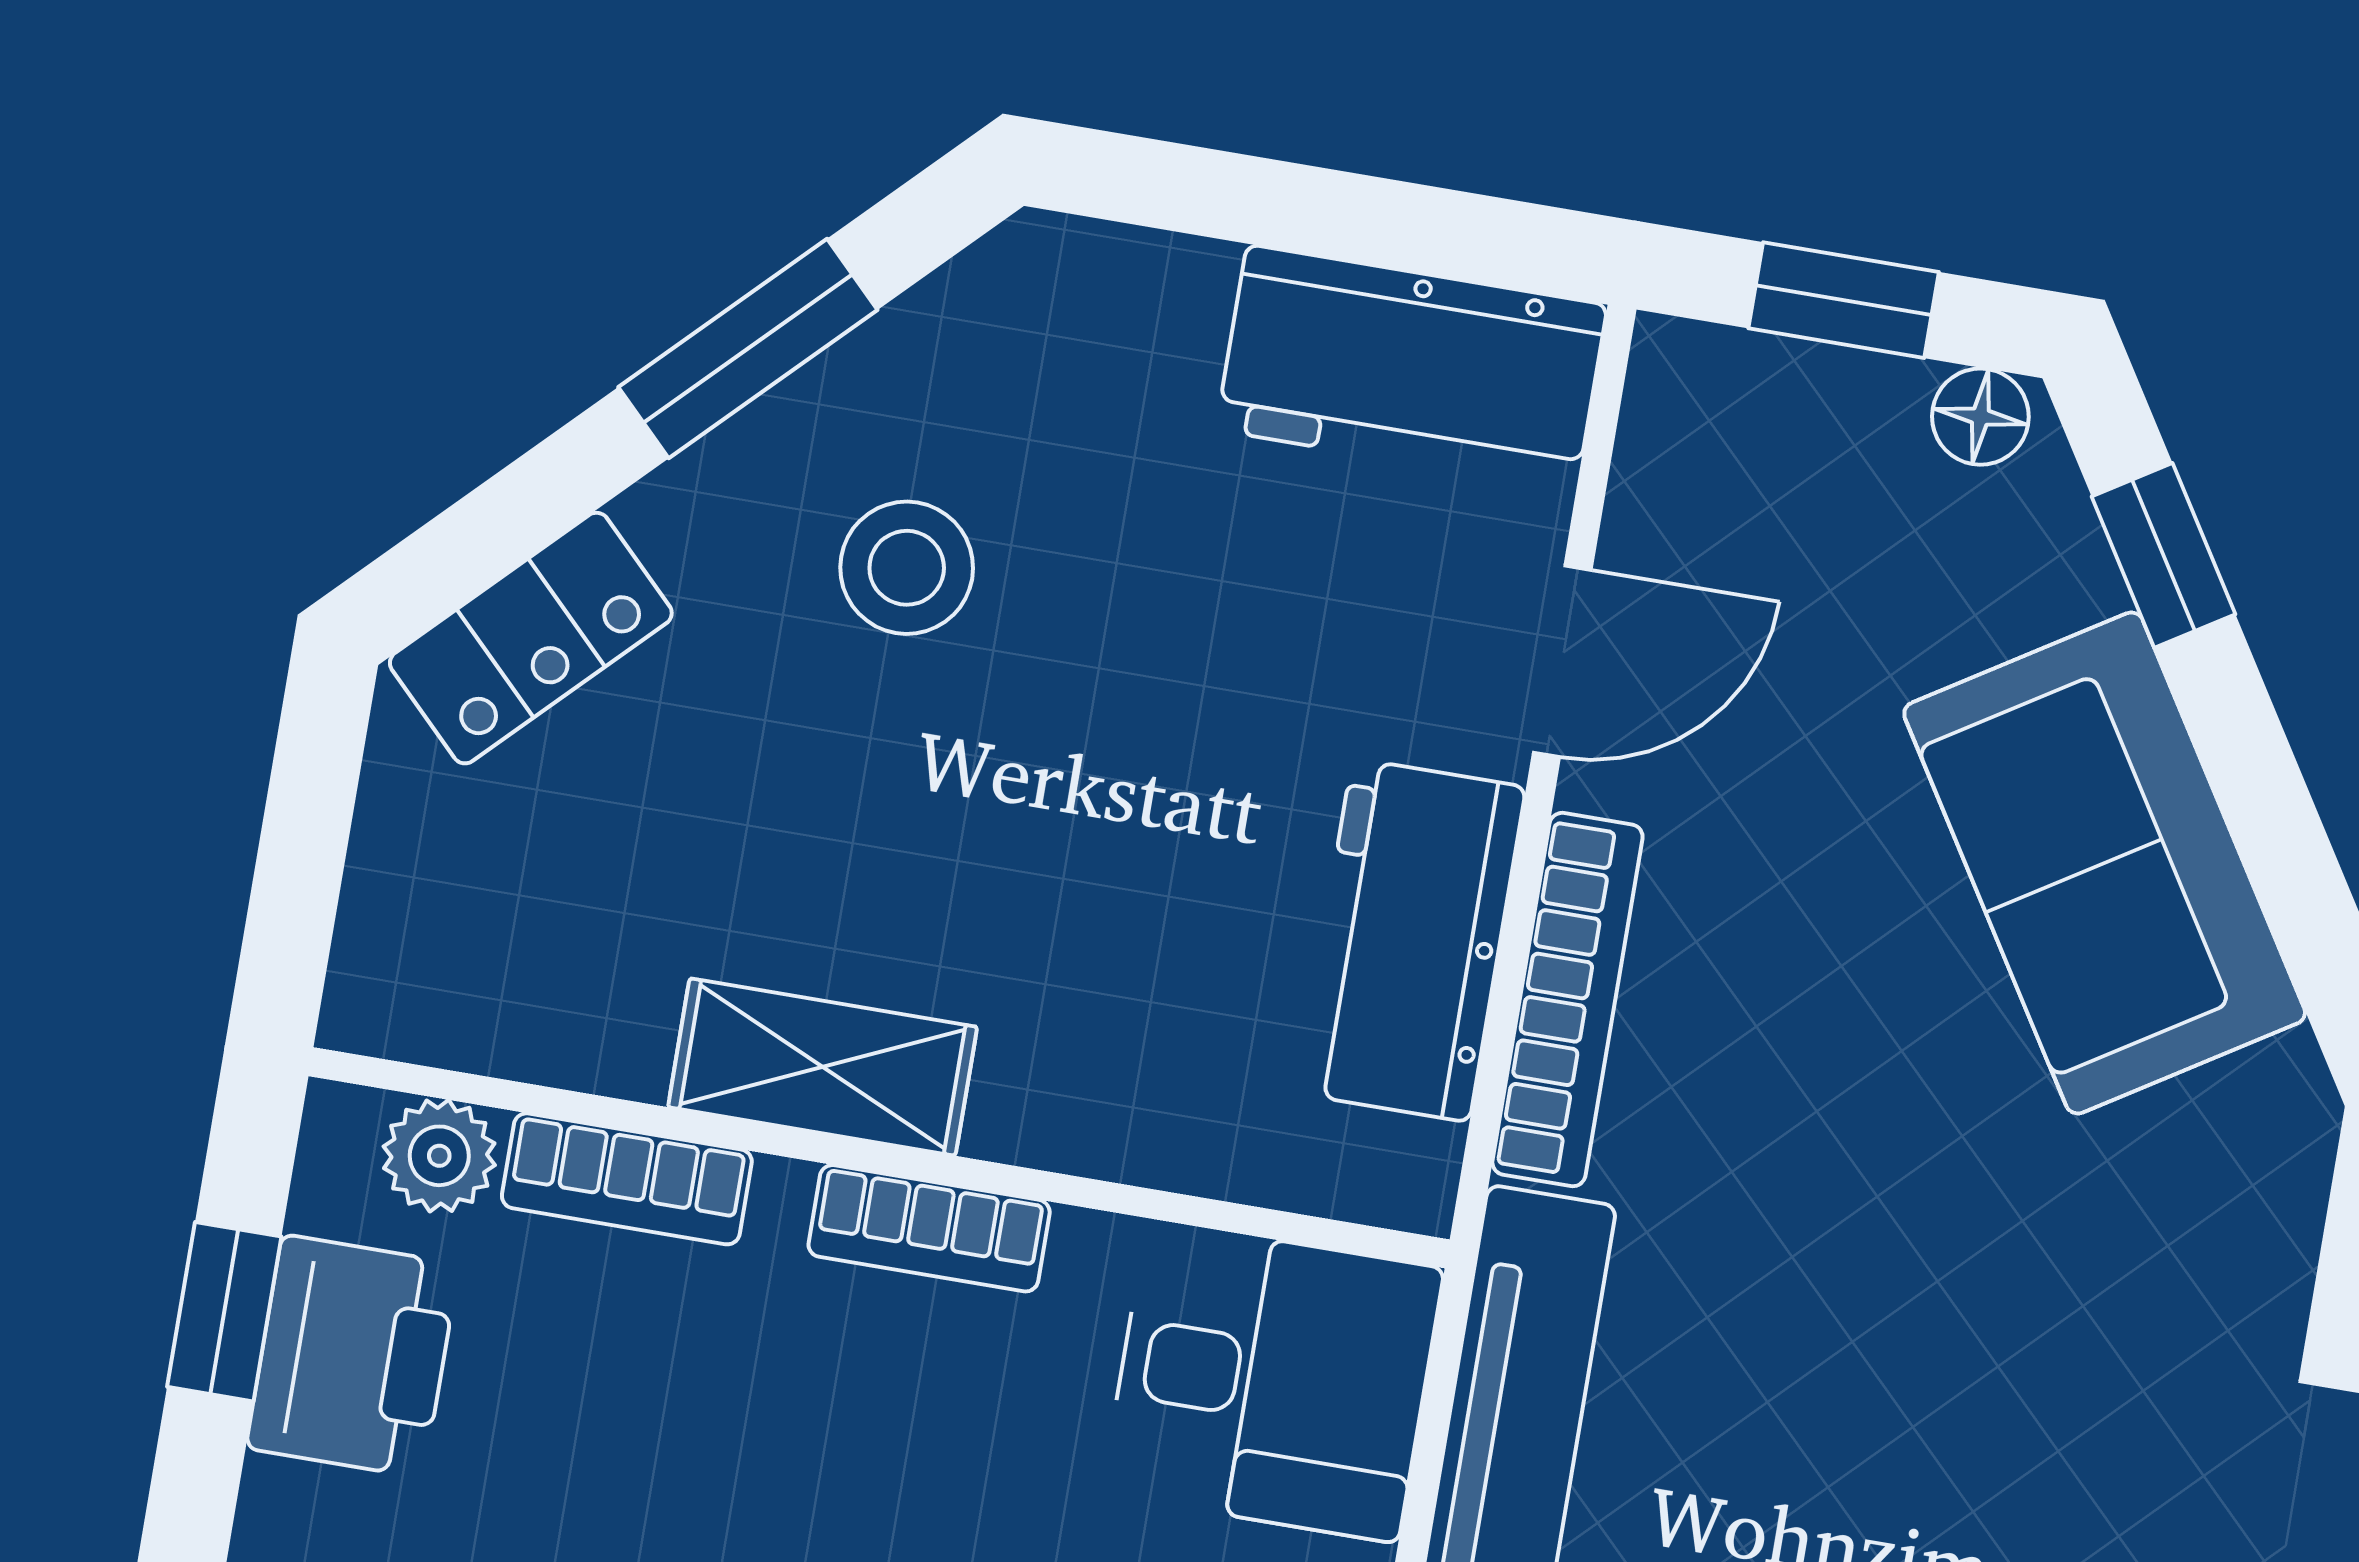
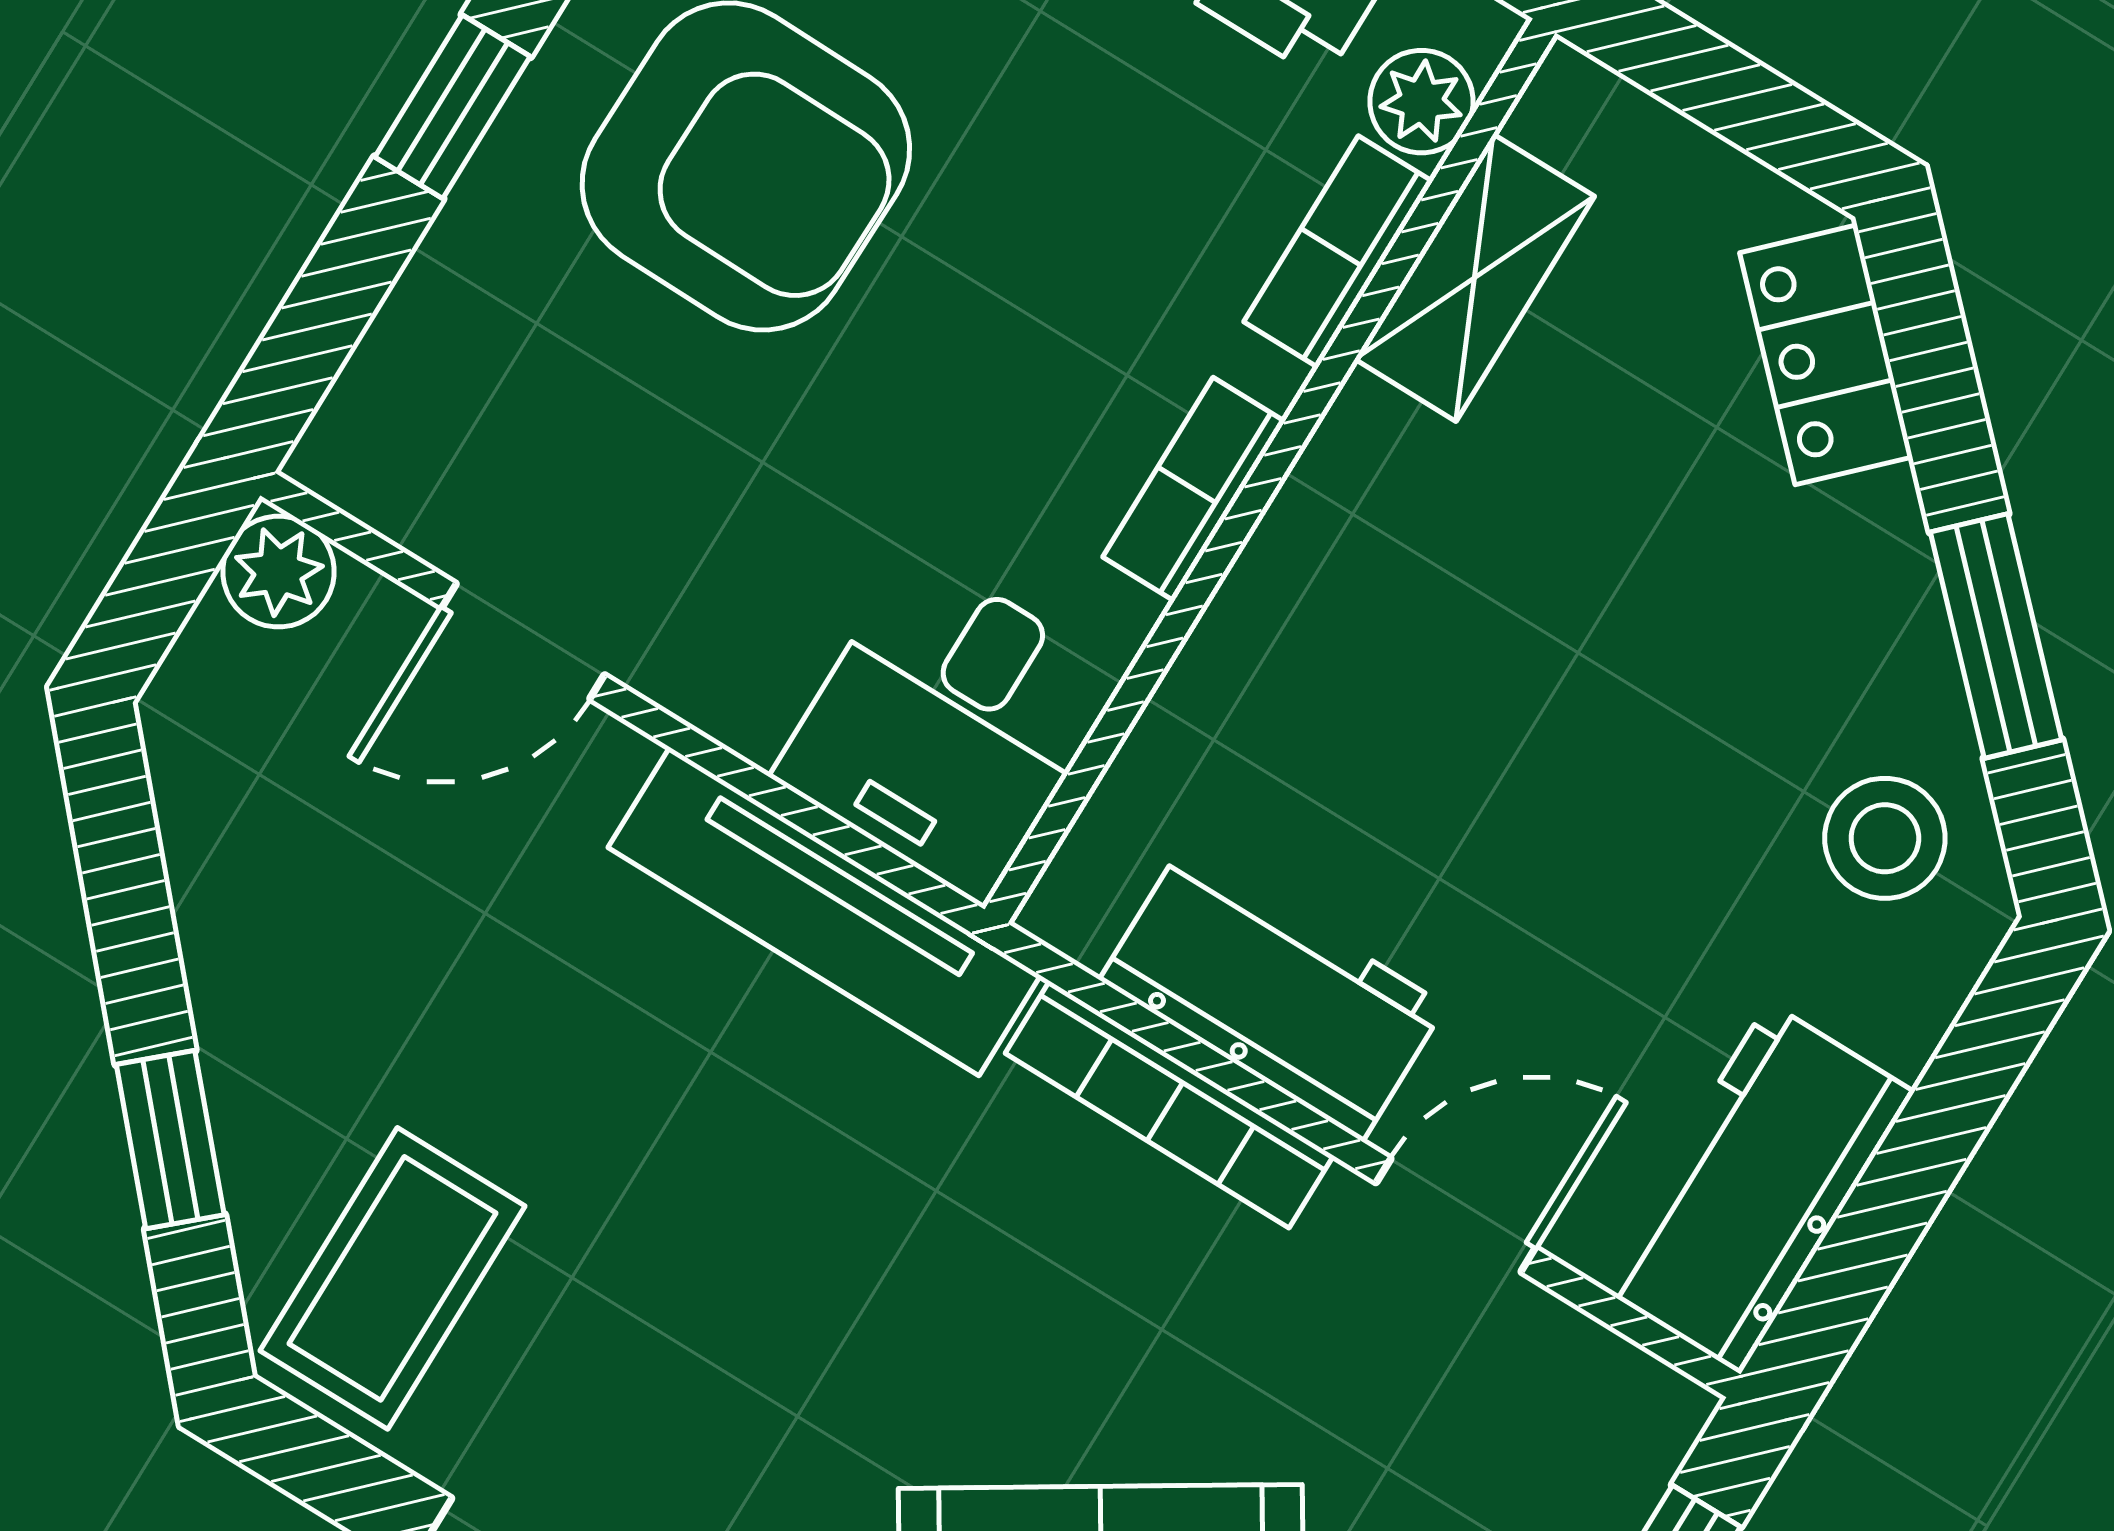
stool: (907, 568) -> (1885, 838), moved
door: (1562, 661) -> (1456, 1215), swing flipped
shelving: (823, 1067) -> (1475, 278), moved

